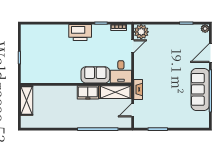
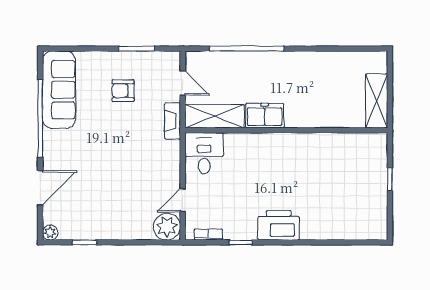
sofa: (95, 75) -> (251, 148), removed
sofa: (200, 89) -> (59, 90), moved
armchair: (165, 106) -> (123, 91), added
door: (133, 110) -> (183, 83), hinge flipped

